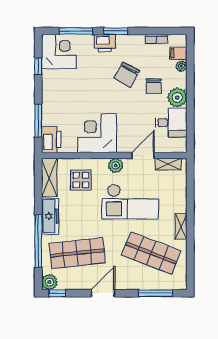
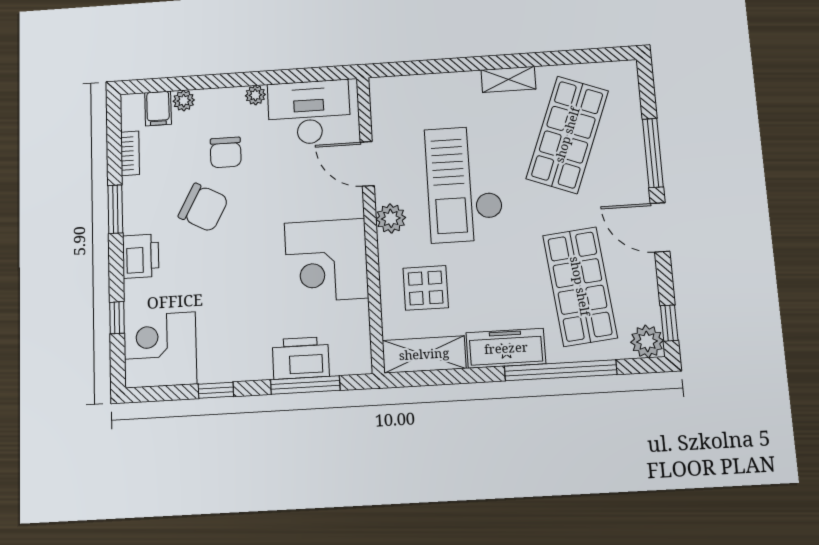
window: (76, 31) -> (117, 318), width x0.46
window: (116, 31) -> (115, 209), moved
window: (38, 66) -> (216, 390), moved
chair: (154, 86) -> (226, 152), turned 90
plant: (177, 97) -> (255, 95), width x0.53, depth x0.53
desk: (171, 123) -> (309, 112), width x1.37
printer: (51, 140) -> (301, 358), moved
shelving: (168, 164) -> (382, 113), removed
checkout: (130, 202) -> (464, 184), turned 180
window: (156, 293) -> (653, 153), moved

